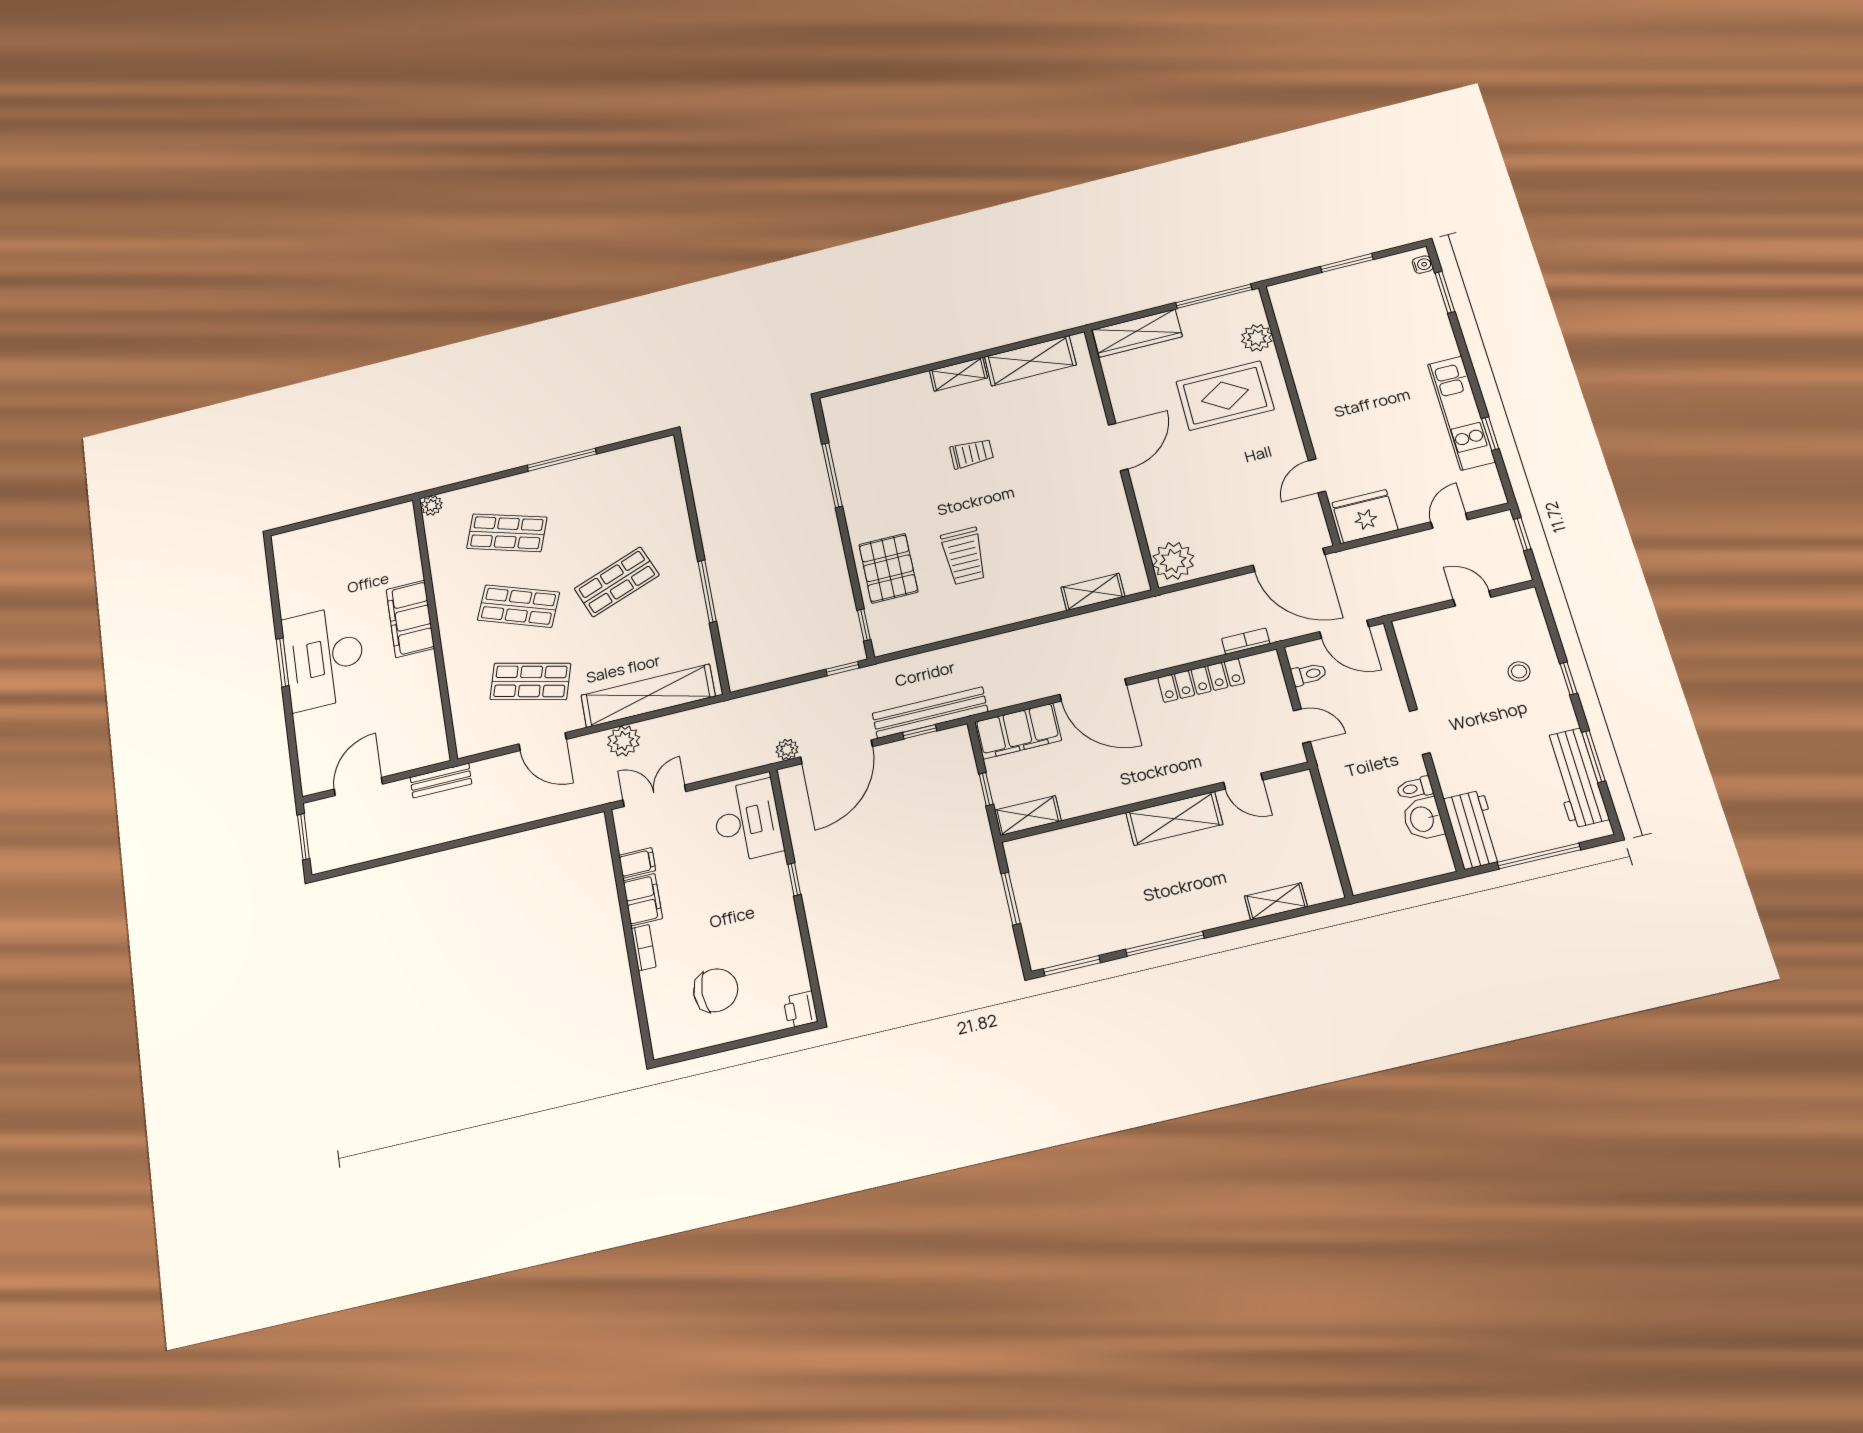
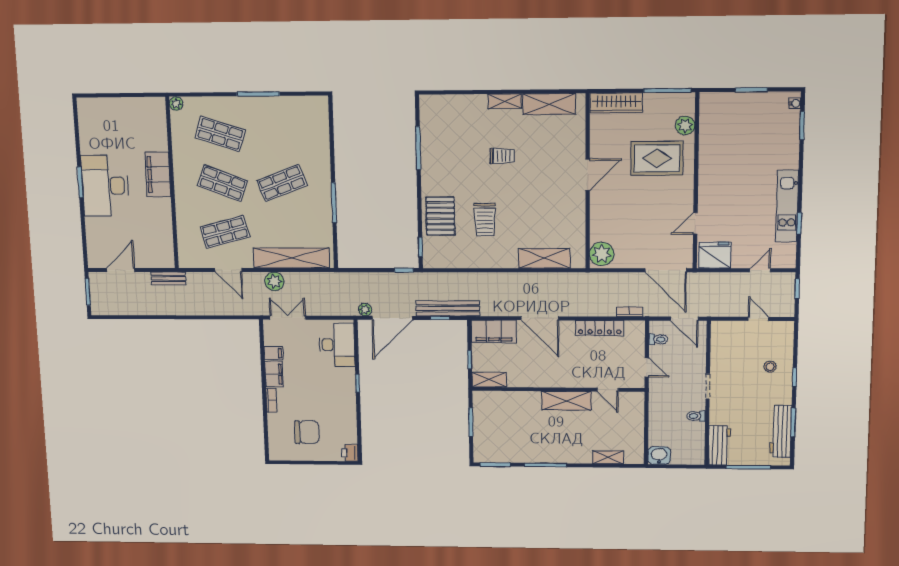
shelving: (1093, 592) -> (544, 258), width x1.50, depth x1.33
shop shelf: (530, 681) -> (225, 232), turned -30
washbasin: (1423, 819) -> (659, 455), moved, turned 90

